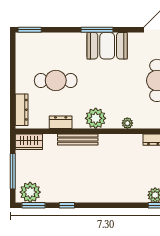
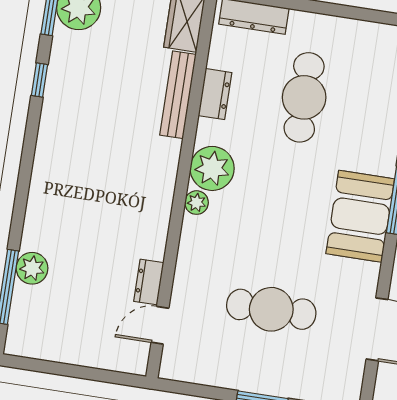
plant: (127, 123) -> (197, 203), moved
bench: (78, 140) -> (178, 95), moved

